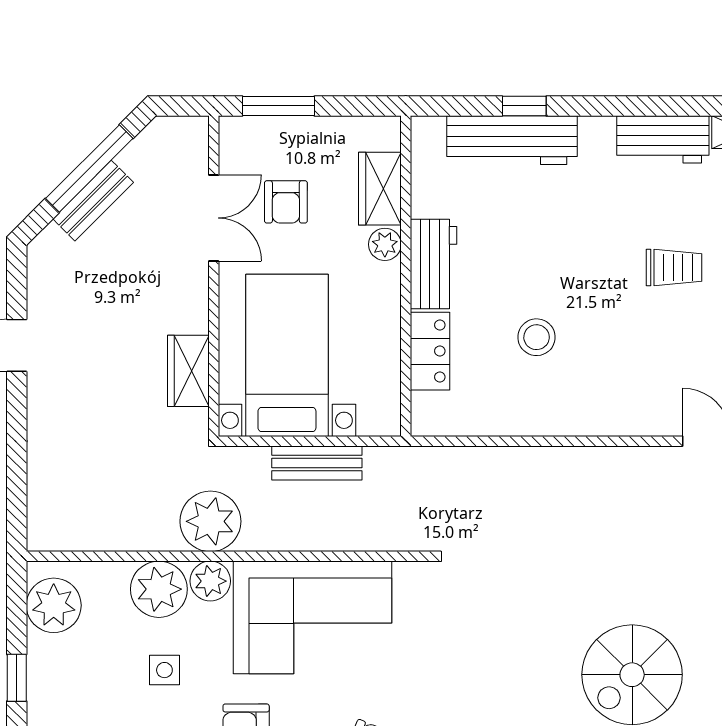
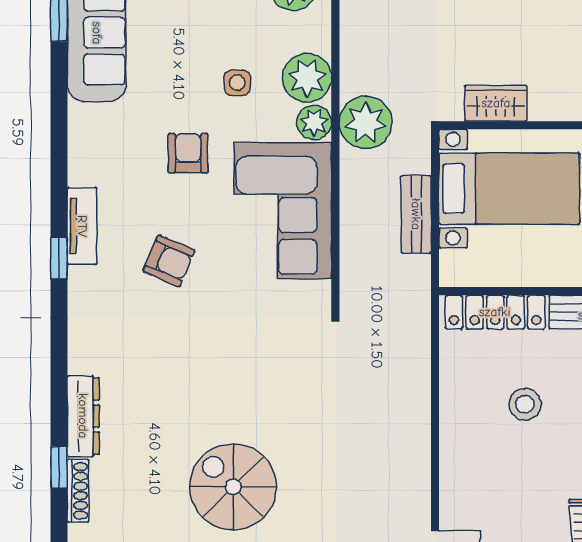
locker: (430, 351) -> (495, 312), width x1.53

